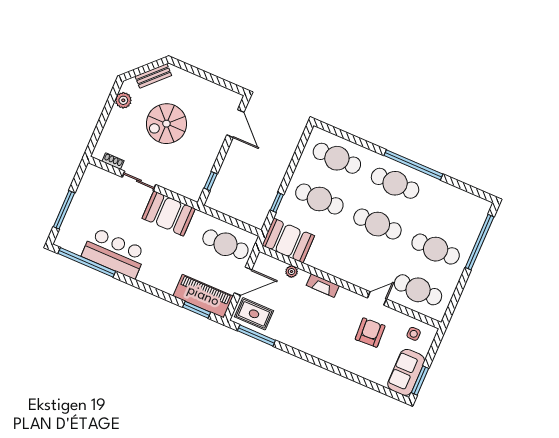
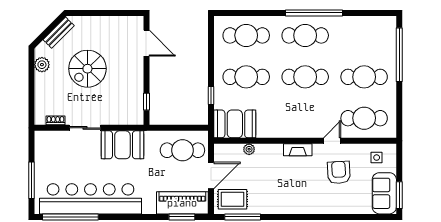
bar counter: (114, 253) -> (90, 199), width x1.86
fireplace: (323, 286) -> (298, 150), moved

